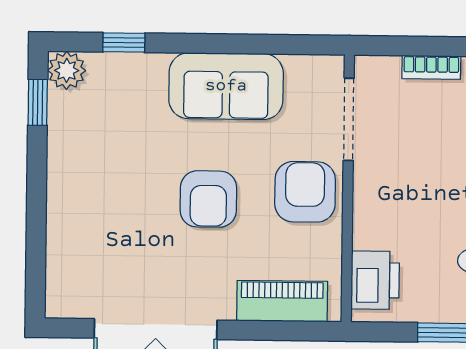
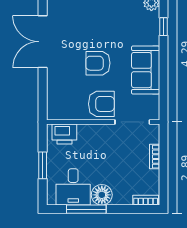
piano: (282, 301) -> (55, 95), removed

